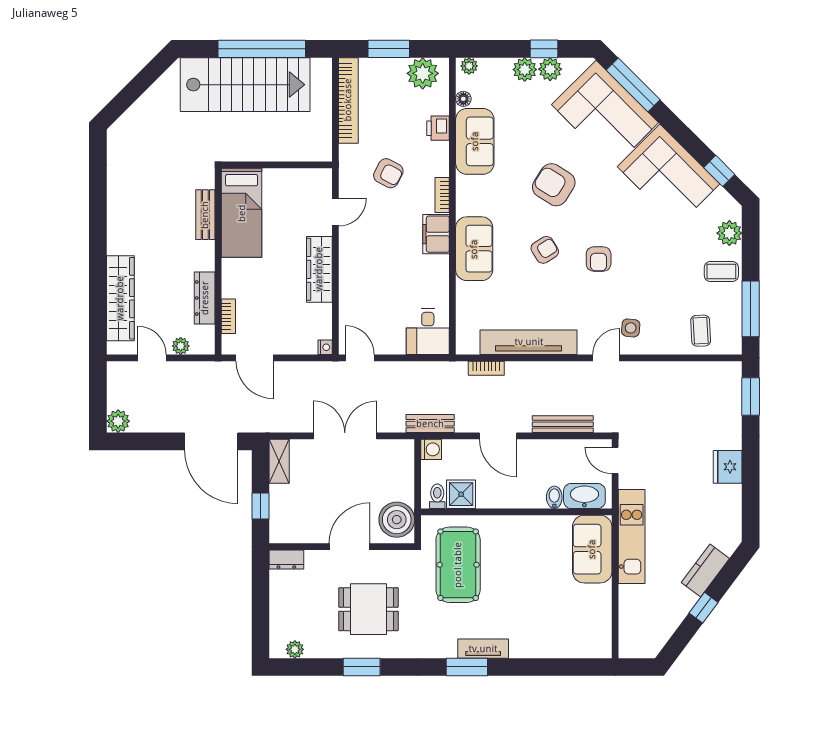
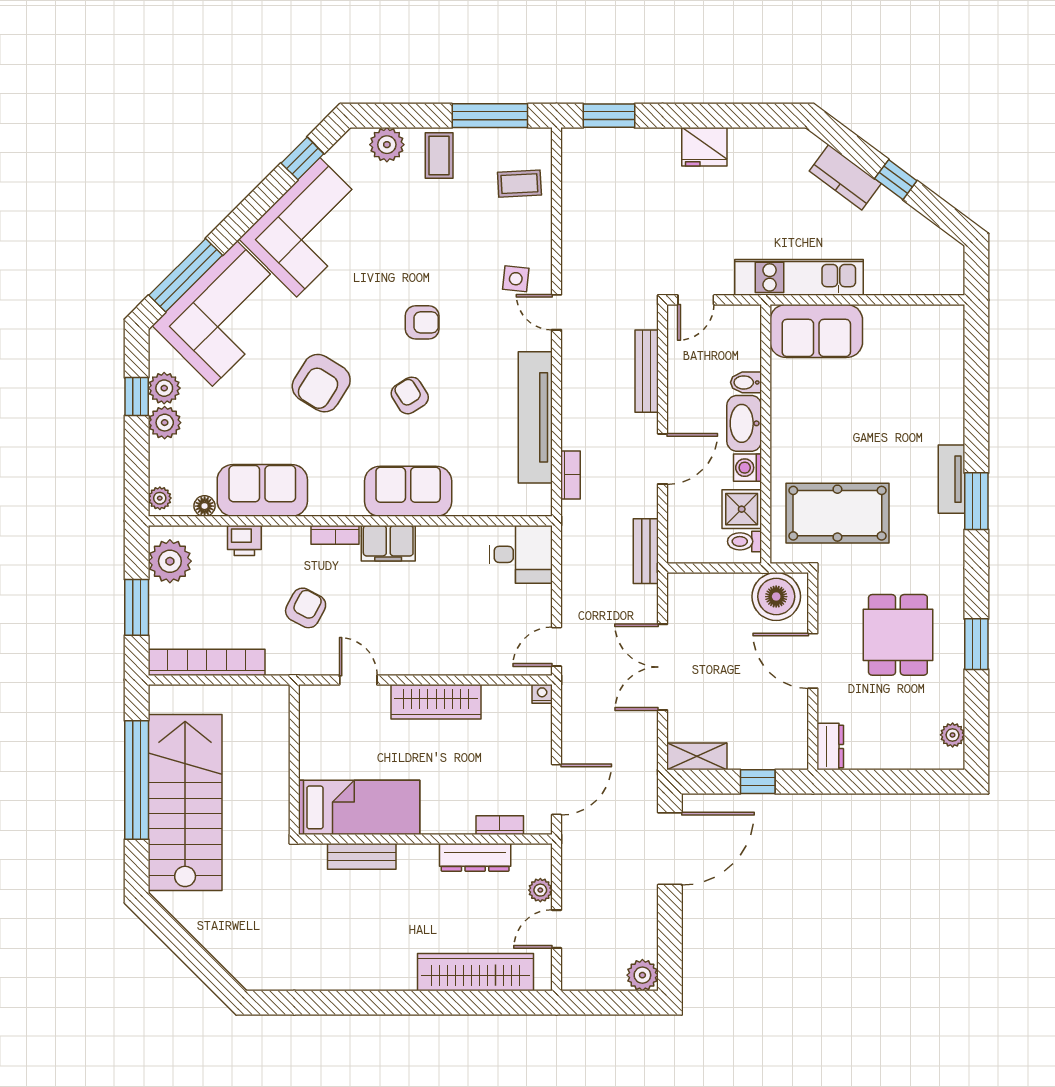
washing machine: (431, 449) -> (747, 468), moved, turned -90
washbasin: (584, 496) -> (744, 423), moved

